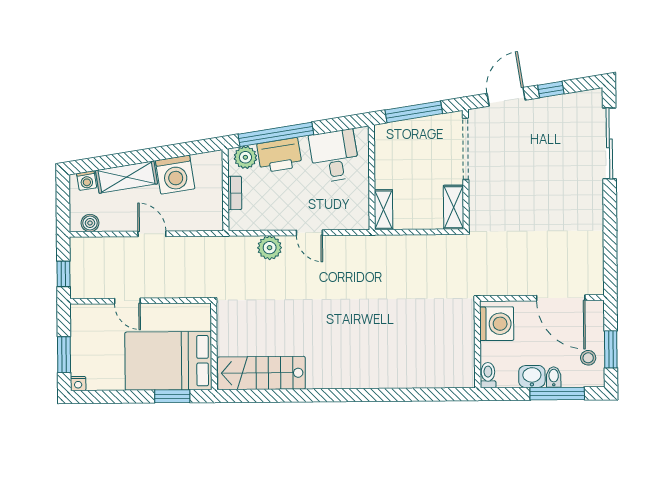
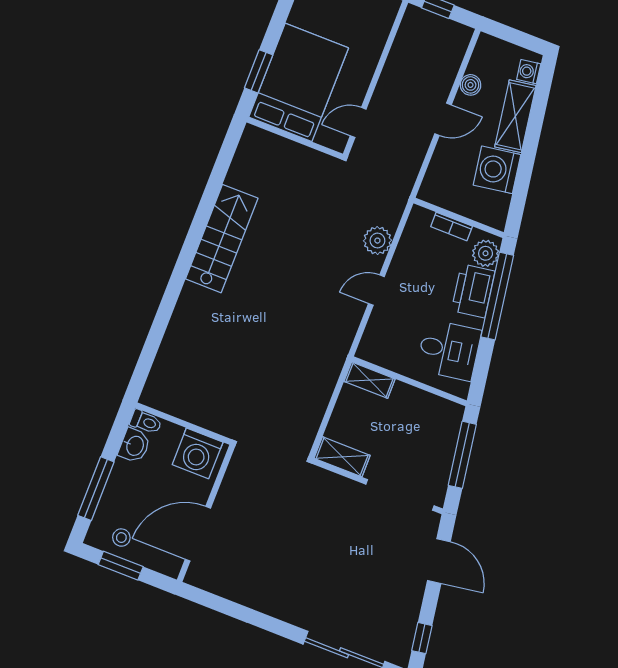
window: (551, 89) -> (422, 638), moved
boiler: (90, 223) -> (471, 85), moved
door: (127, 301) -> (358, 122), moved
stairs: (261, 373) -> (222, 239), moved
washbasin: (532, 376) -> (134, 446), moved
bidet: (554, 377) -> (115, 492), removed

